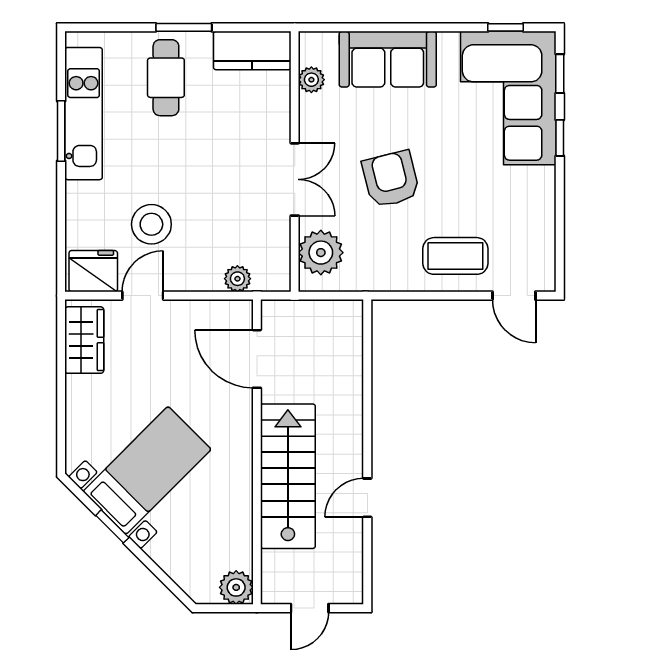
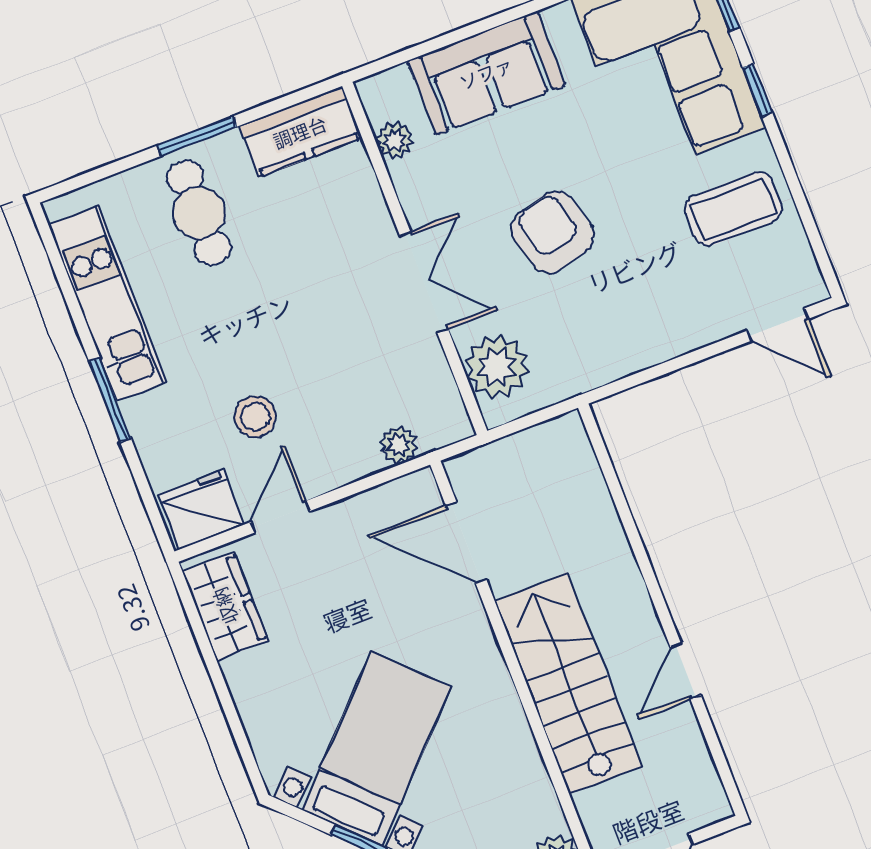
window: (61, 131) -> (110, 400), moved
stool: (151, 224) -> (255, 416), width x0.73, depth x0.73
coffee table: (455, 256) -> (733, 209), moved

